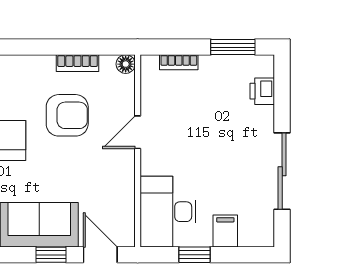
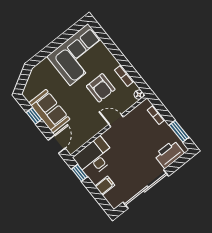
printer: (262, 91) -> (169, 154), width x1.87, depth x1.48
sliding door: (282, 171) -> (146, 189), width x1.36
window: (51, 255) -> (34, 116), moved
window: (194, 255) -> (80, 173), moved

